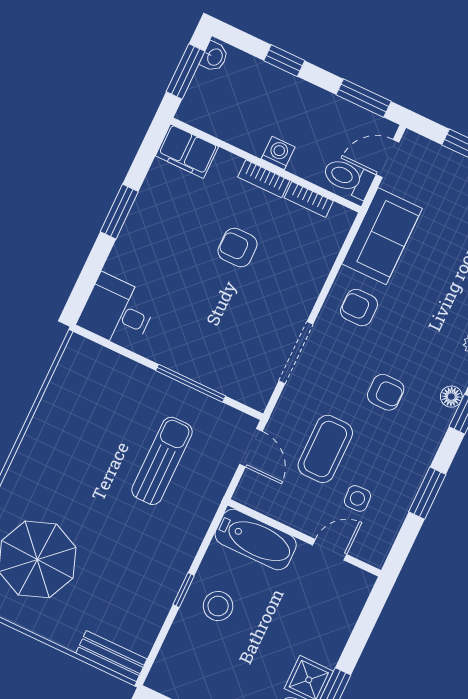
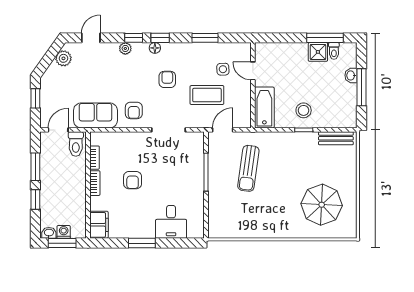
window: (364, 98) -> (35, 167), moved
washing machine: (278, 153) -> (64, 232), moved, turned 90
door: (388, 158) -> (58, 130), swing flipped
desk: (117, 312) -> (171, 222), moved
sun lounger: (162, 461) -> (248, 168), turned -82
bench: (111, 656) -> (336, 138), moved, turned 90

